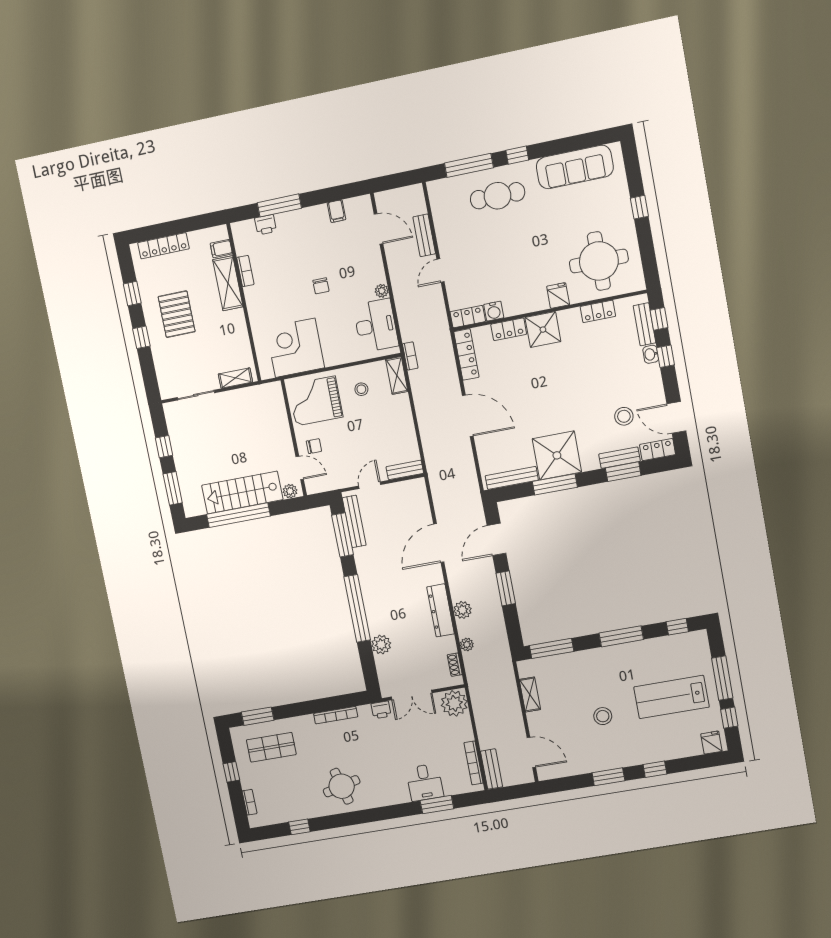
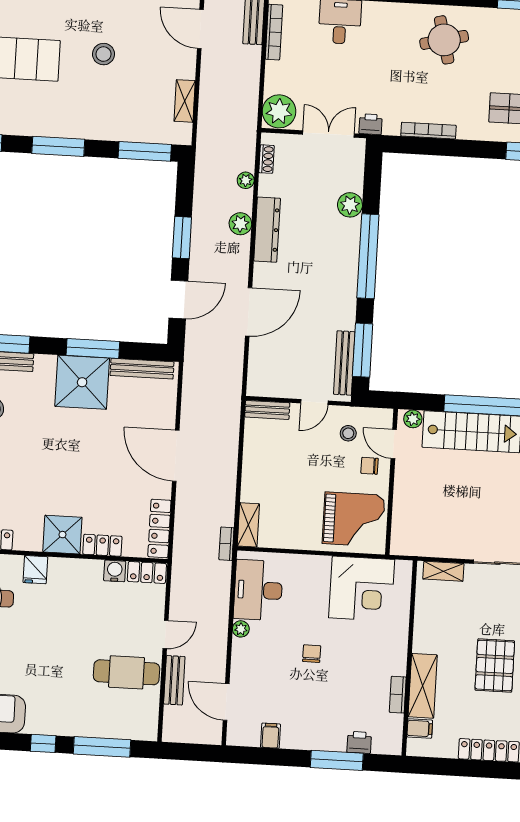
cafe table: (497, 196) -> (127, 672), moved
stool: (361, 389) -> (348, 433), moved

